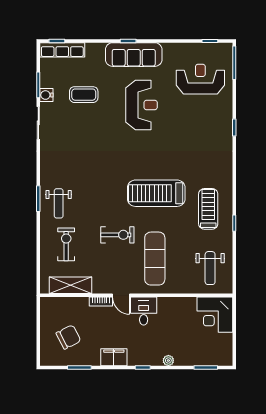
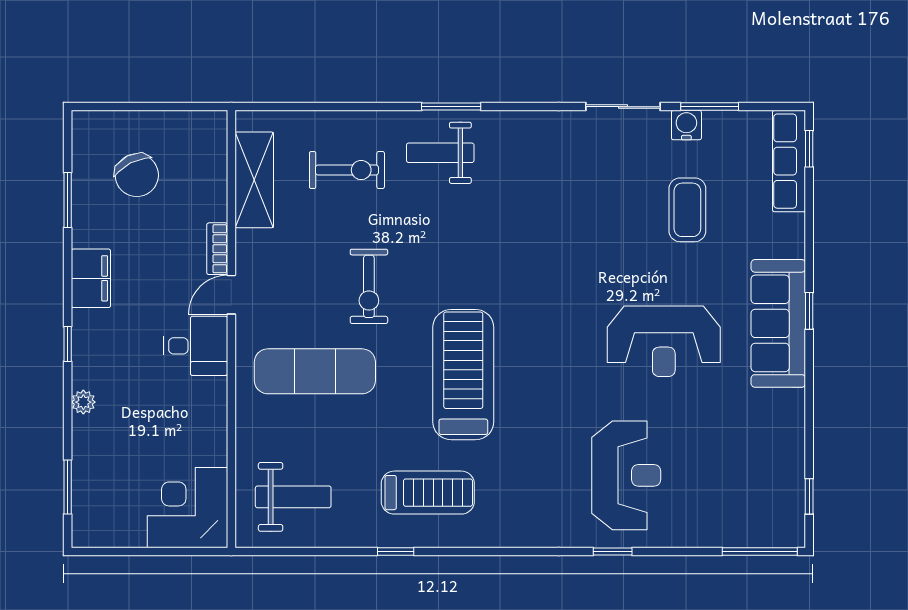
reception desk: (200, 79) -> (626, 475), moved
weight bench: (210, 268) -> (293, 497), turned 180

